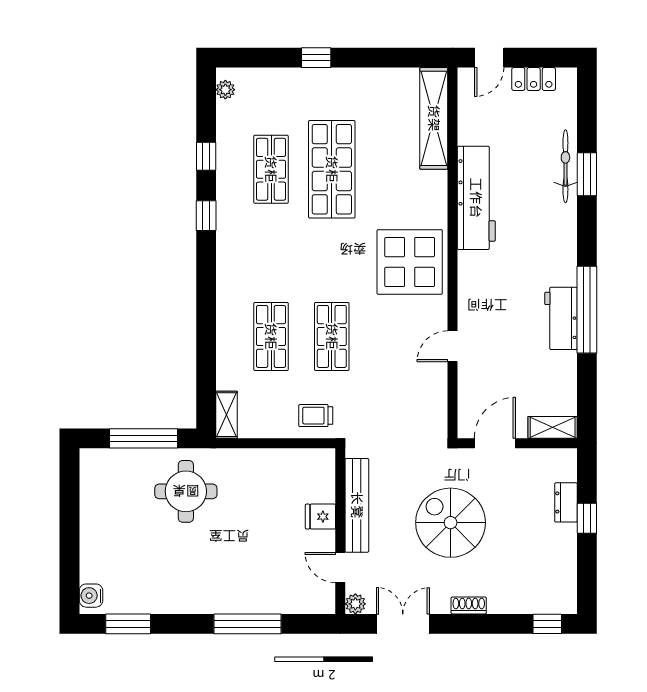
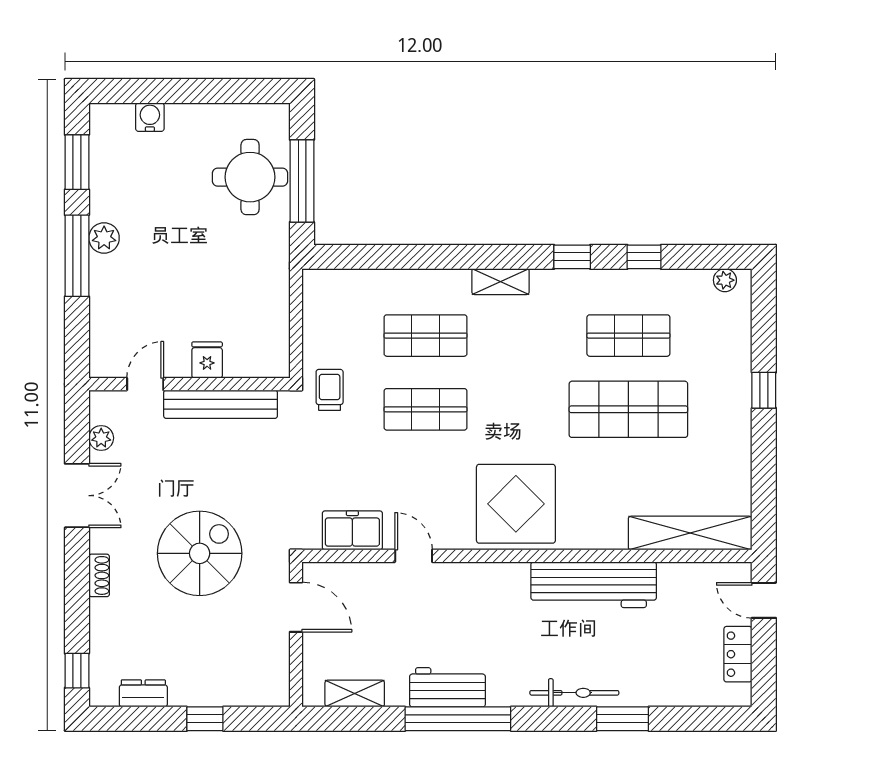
bicycle: (565, 166) -> (574, 693), moved
freezer: (432, 397) -> (352, 530), added
shelving: (227, 415) -> (500, 282), moved
shelving: (553, 427) -> (355, 694), moved, turned 90
round table: (186, 491) -> (250, 177), moved
dresser: (566, 502) -> (143, 693), moved
bench: (357, 505) -> (221, 404), moved
fridge: (320, 517) -> (207, 360), moved
wall: (340, 531) -> (189, 384), moved
door: (340, 568) -> (145, 384), moved
water cooler: (91, 596) -> (150, 117), moved
plant: (191, 601) -> (104, 238), added
window: (248, 624) -> (77, 256), moved

